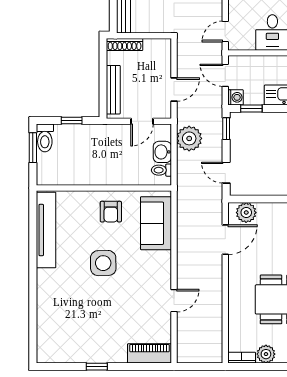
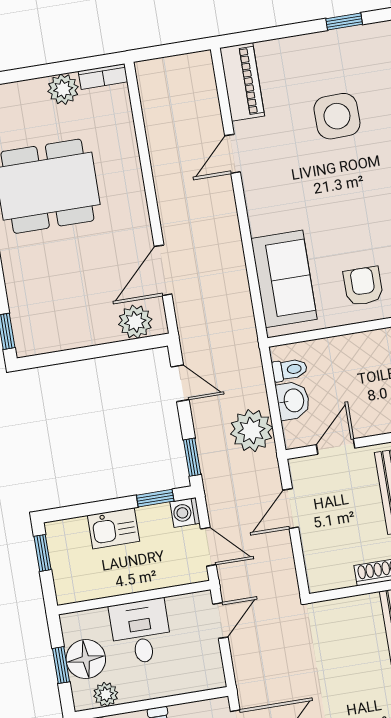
side table: (103, 263) -> (337, 116), moved
piano: (149, 353) -> (242, 82), moved, turned -90

